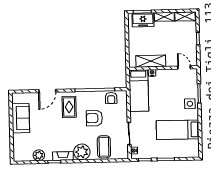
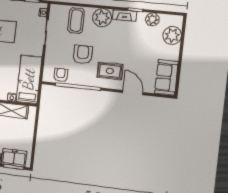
door: (47, 91) -> (133, 93), hinge flipped
rug: (69, 107) -> (110, 71), turned 90
sofa: (21, 118) -> (166, 77), moved
armchair: (94, 118) -> (83, 55), turned -90
plant: (21, 144) -> (172, 35), added

